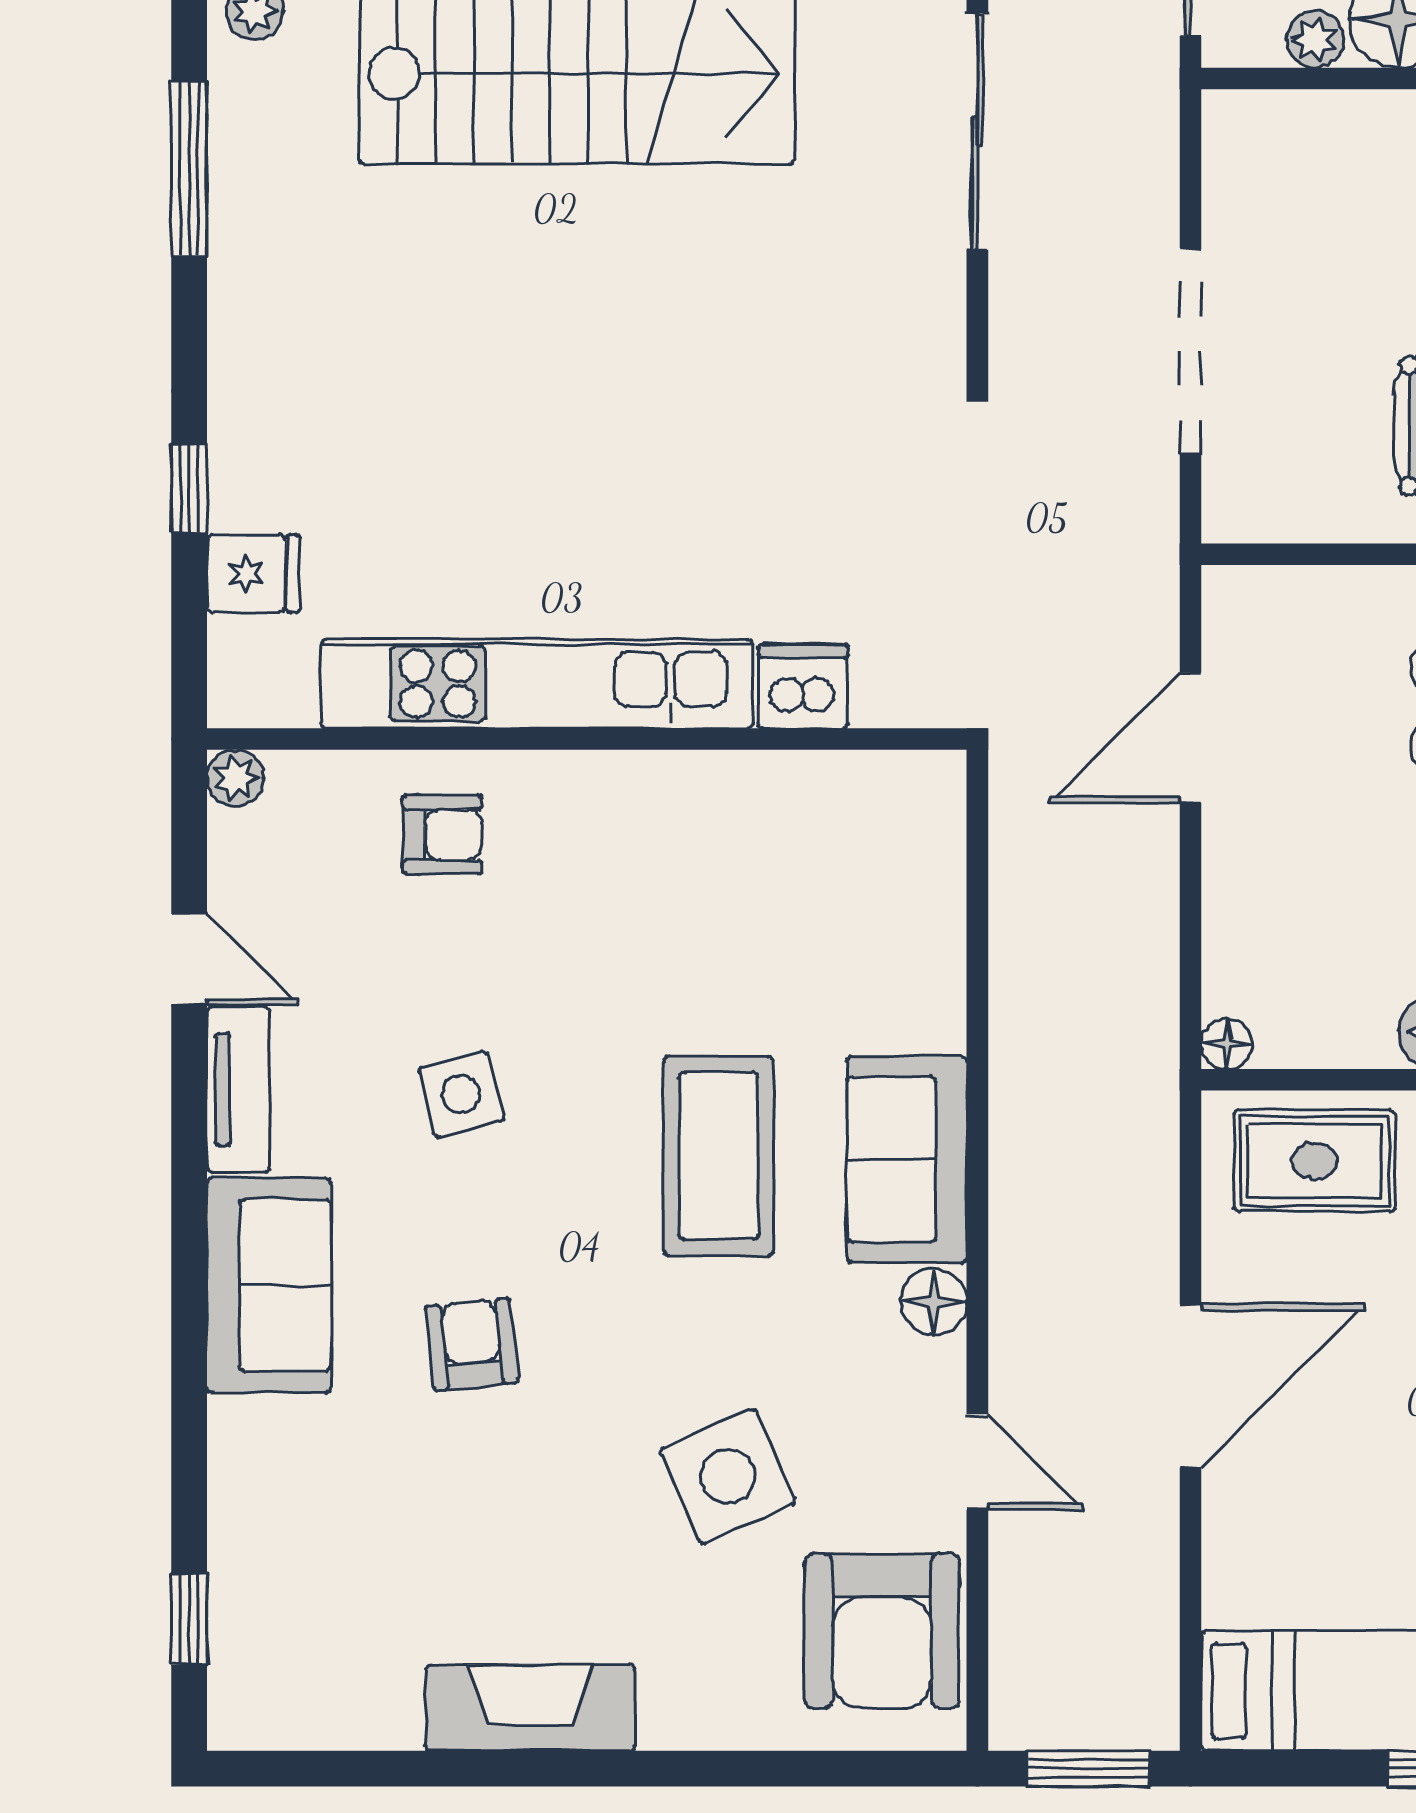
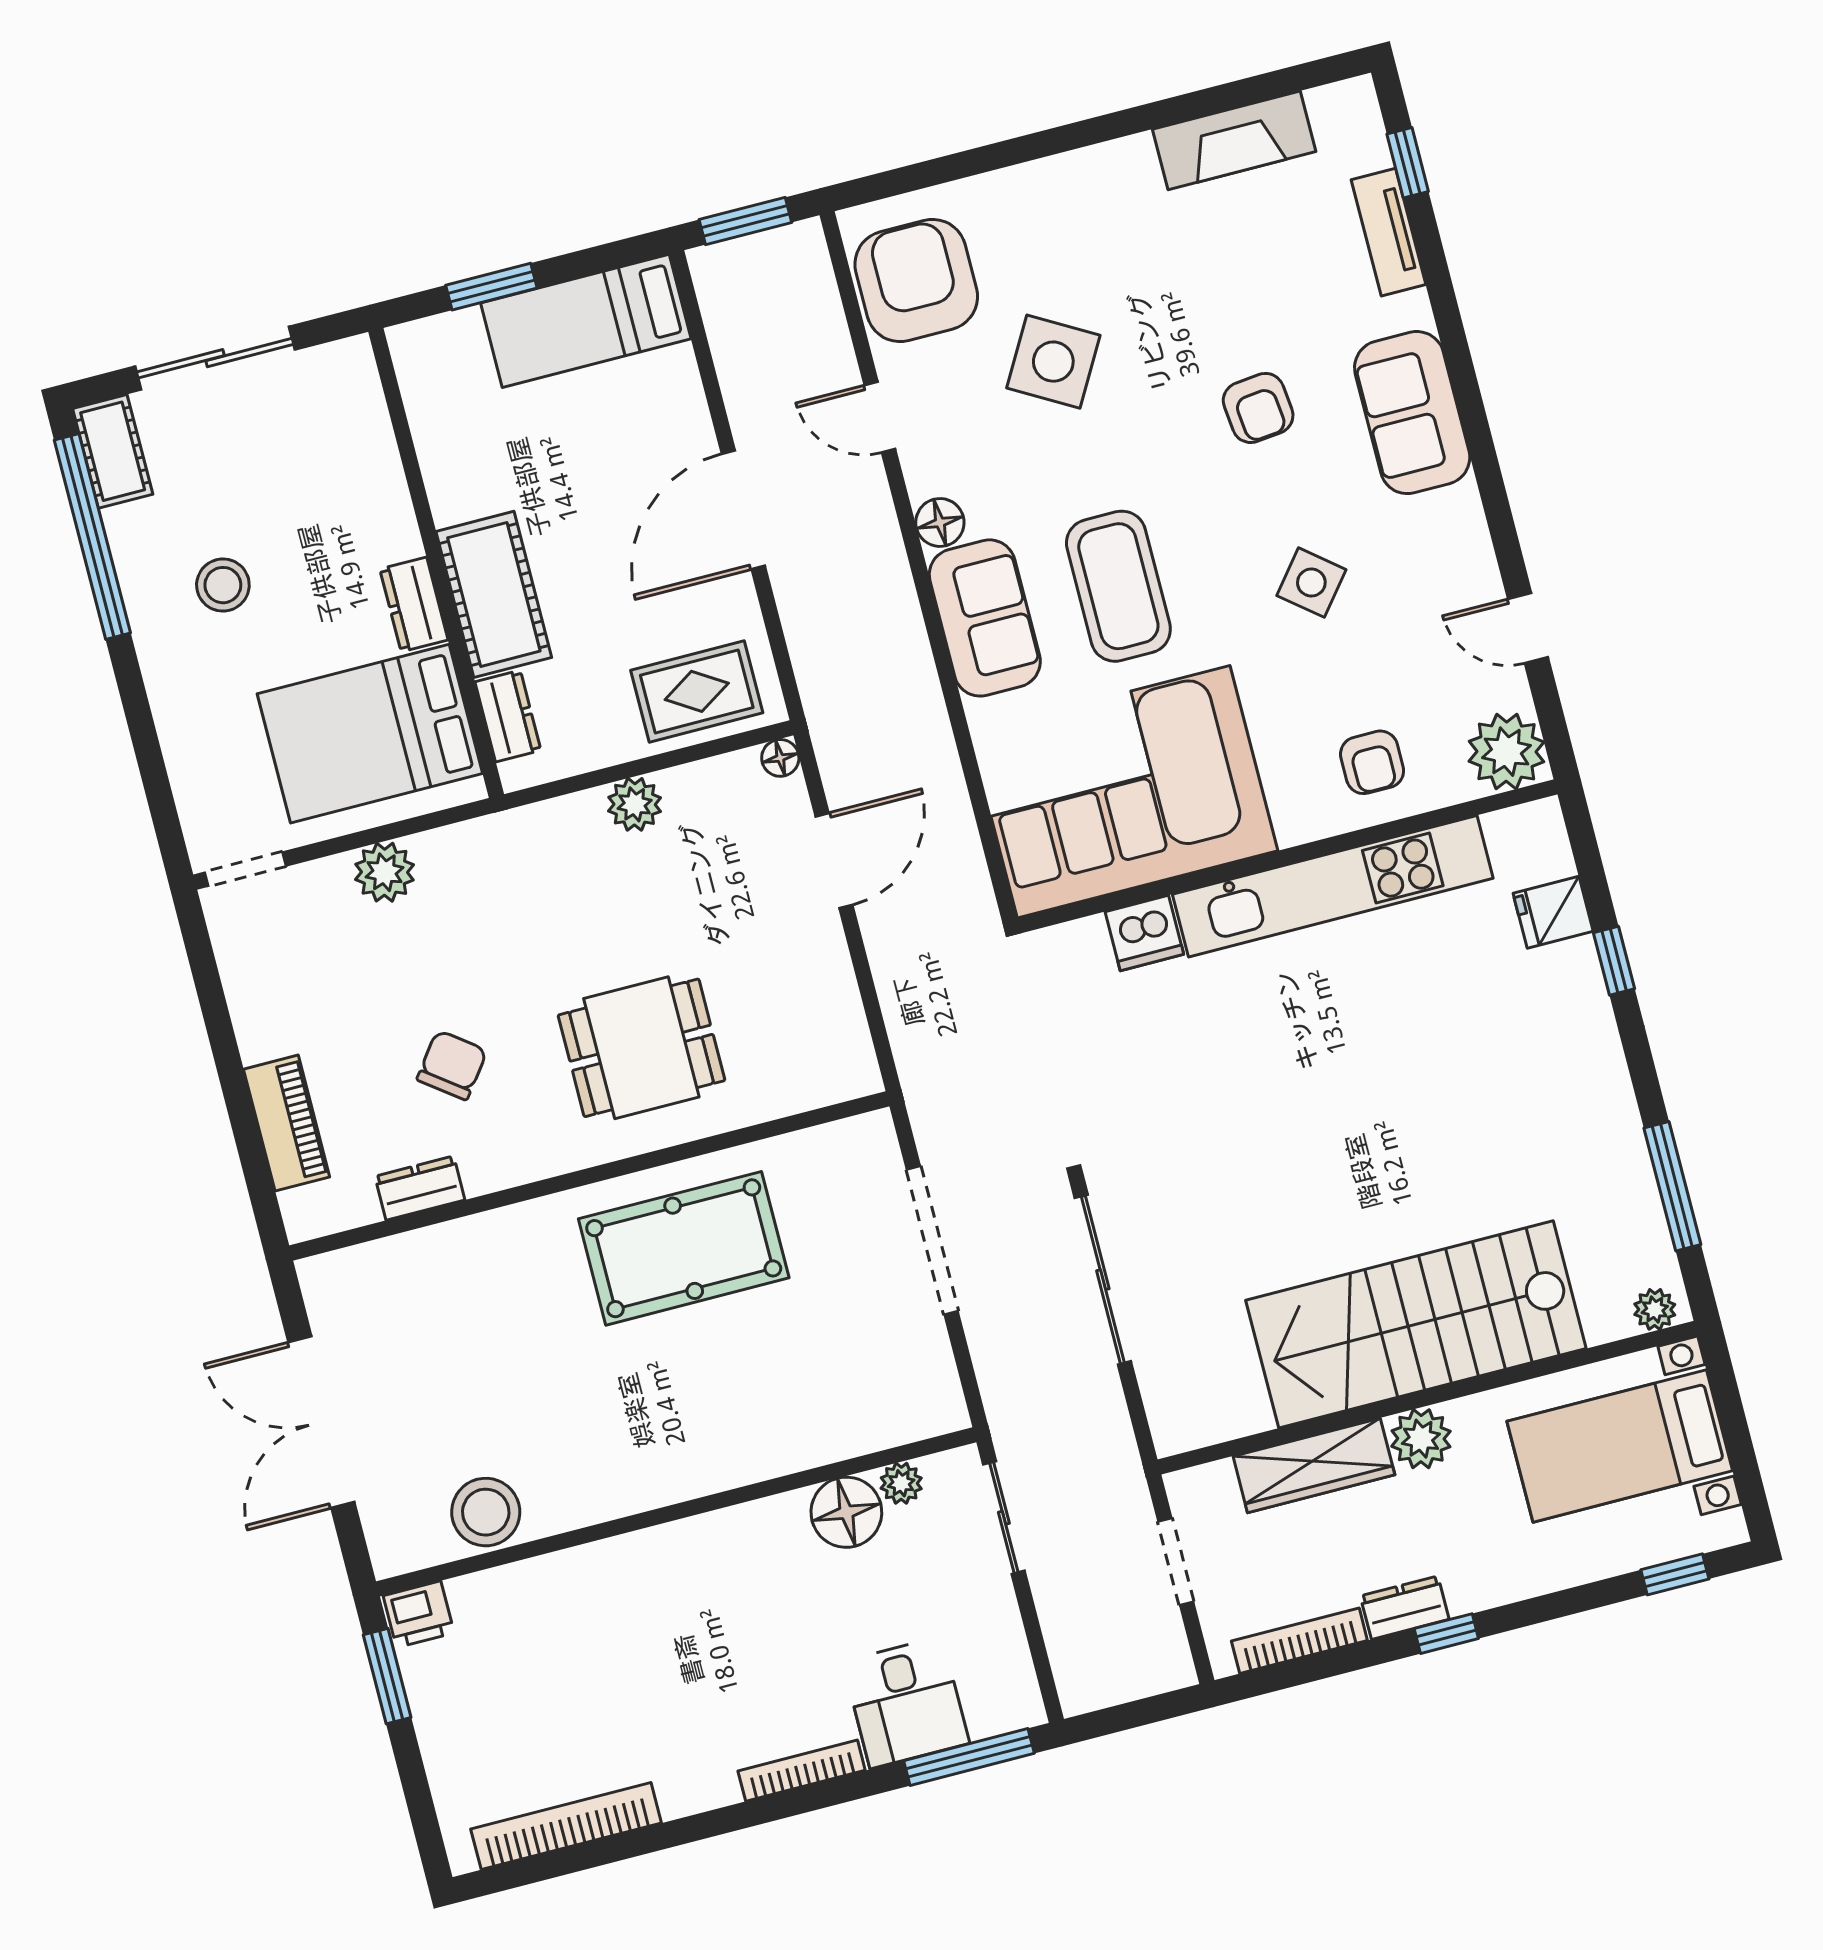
sliding door: (977, 132) -> (1103, 1280), moved
door: (1190, 738) -> (834, 861), moved
plant: (235, 778) -> (1506, 752), width x1.88, depth x1.88
armchair: (442, 835) -> (1372, 762), turned -90
corner sofa: (782, 881) -> (1124, 792), added
tv unit: (238, 1090) -> (1388, 232), moved
side table: (461, 1094) -> (1311, 583), turned -37
side table: (728, 1476) -> (1053, 362), turned -36
fireplace: (530, 1708) -> (1234, 140), moved

